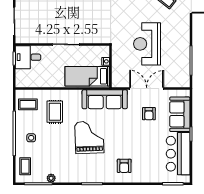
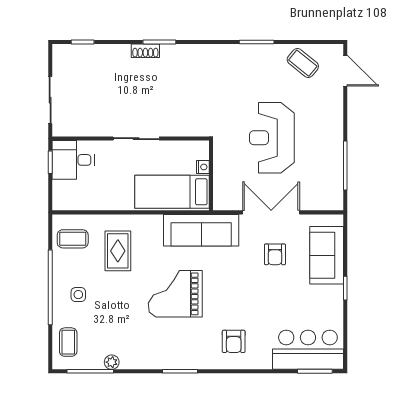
grand piano: (89, 137) -> (175, 294), turned -88
bar counter: (178, 154) -> (308, 350), moved, turned 90

